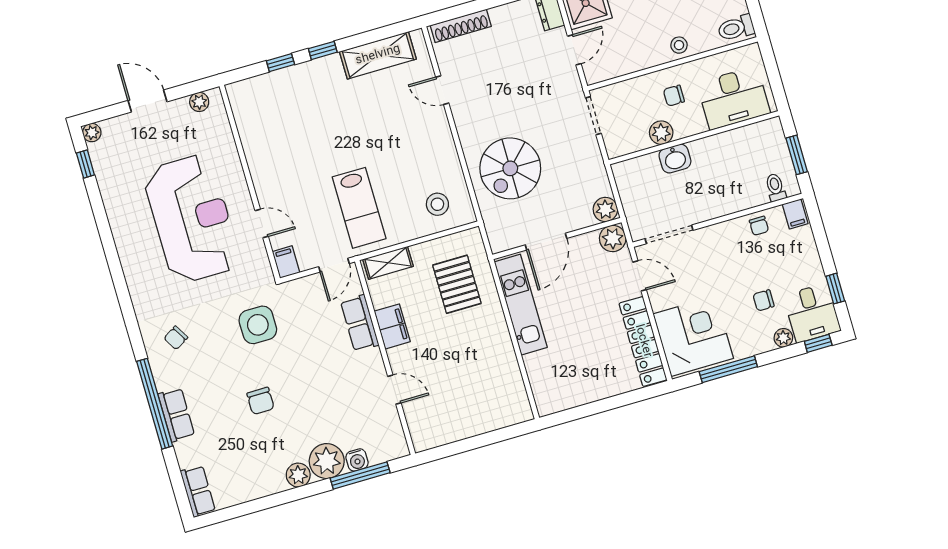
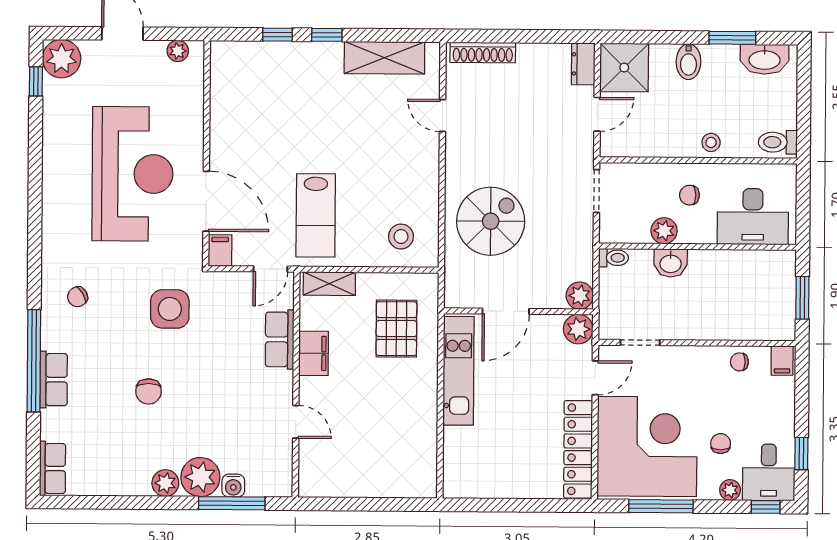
plant: (92, 133) -> (62, 59), width x1.88, depth x1.88
spiral stairs: (510, 168) -> (491, 221), turned 180
toilet: (775, 187) -> (614, 258), moved, turned 90
door: (262, 223) -> (206, 201), width x1.88
chair: (759, 226) -> (739, 362), turned 90
doorway: (669, 234) -> (640, 343), width x0.73
door: (640, 276) -> (595, 378), hinge flipped
chair: (763, 300) -> (721, 443), turned 90
corner desk: (693, 336) -> (647, 447), width x1.36, depth x1.36

